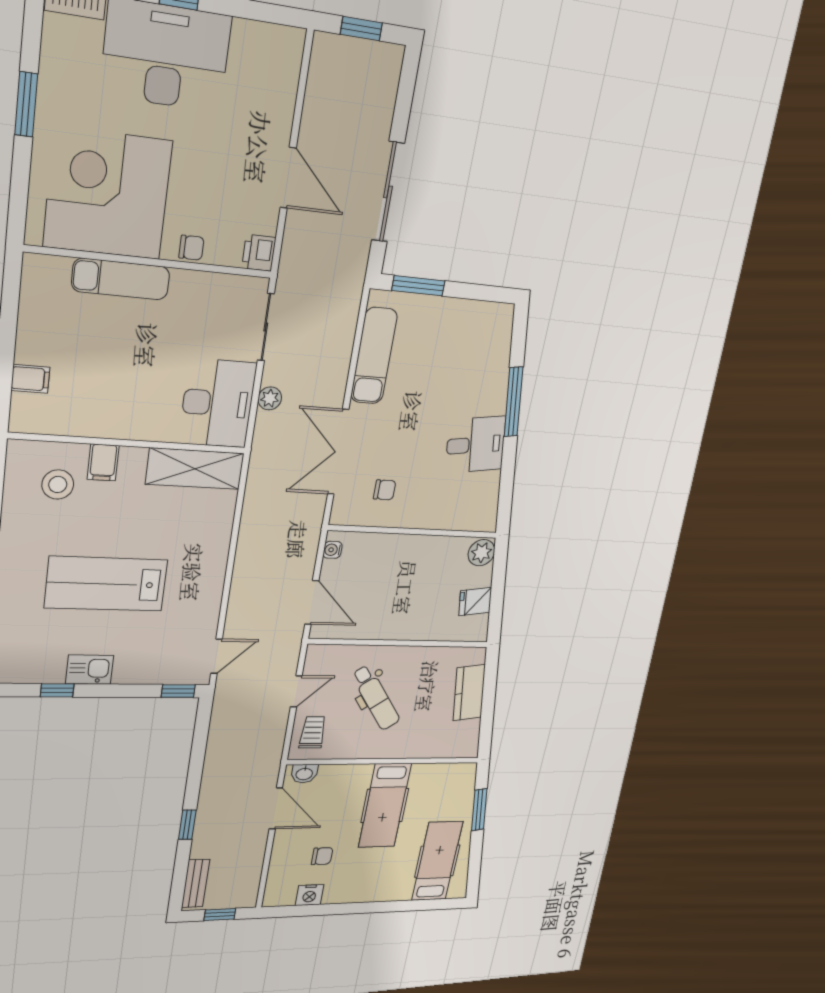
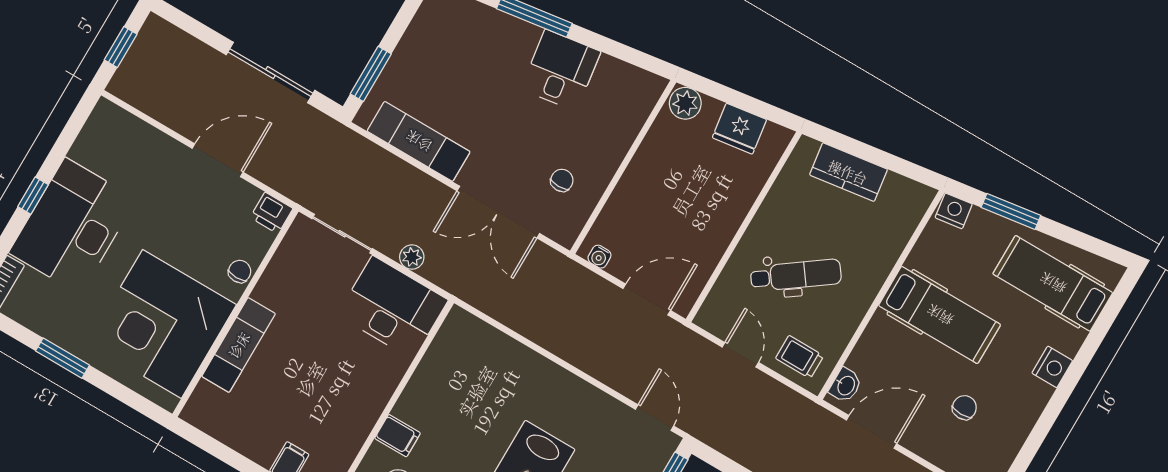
shelving: (195, 469) -> (446, 355), removed
fridge: (475, 602) -> (739, 129), width x1.38
nightstand: (466, 775) -> (954, 211), added
nightstand: (310, 895) -> (1052, 367), moved

